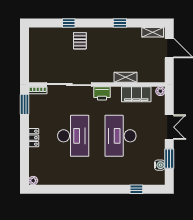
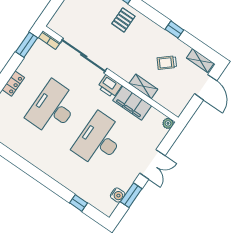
trolley: (130, 50) -> (167, 63), added
filing cabinet: (136, 94) -> (132, 103), moved
desk: (73, 136) -> (53, 108), turned 180

